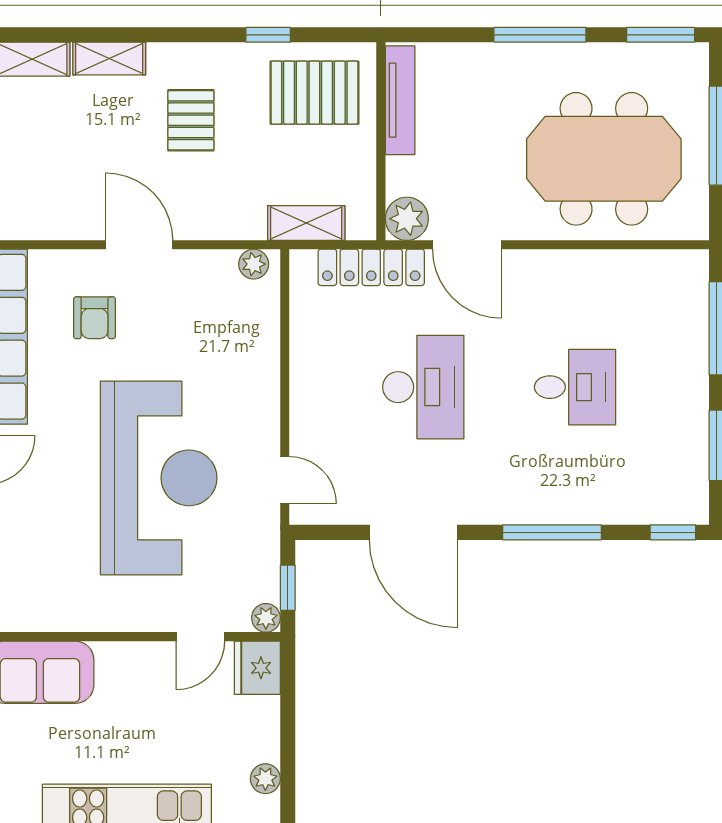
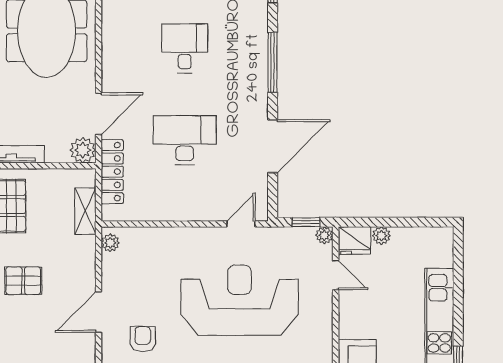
armchair: (95, 318) -> (143, 339), turned -90
plant: (265, 779) -> (381, 236), moved

